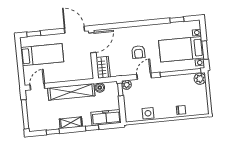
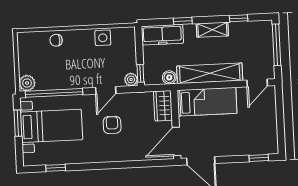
bed: (42, 55) -> (207, 102), moved, turned 180

